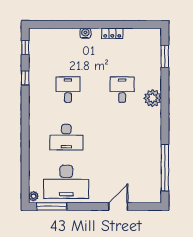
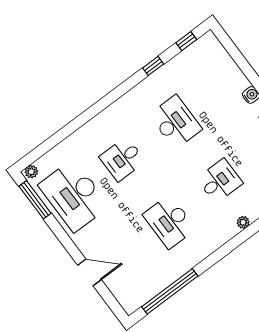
desk: (68, 90) -> (175, 122), width x1.37
plant: (153, 98) -> (243, 222), width x0.53, depth x0.53
desk: (66, 137) -> (122, 159), width x0.73
desk: (124, 137) -> (169, 222), added

